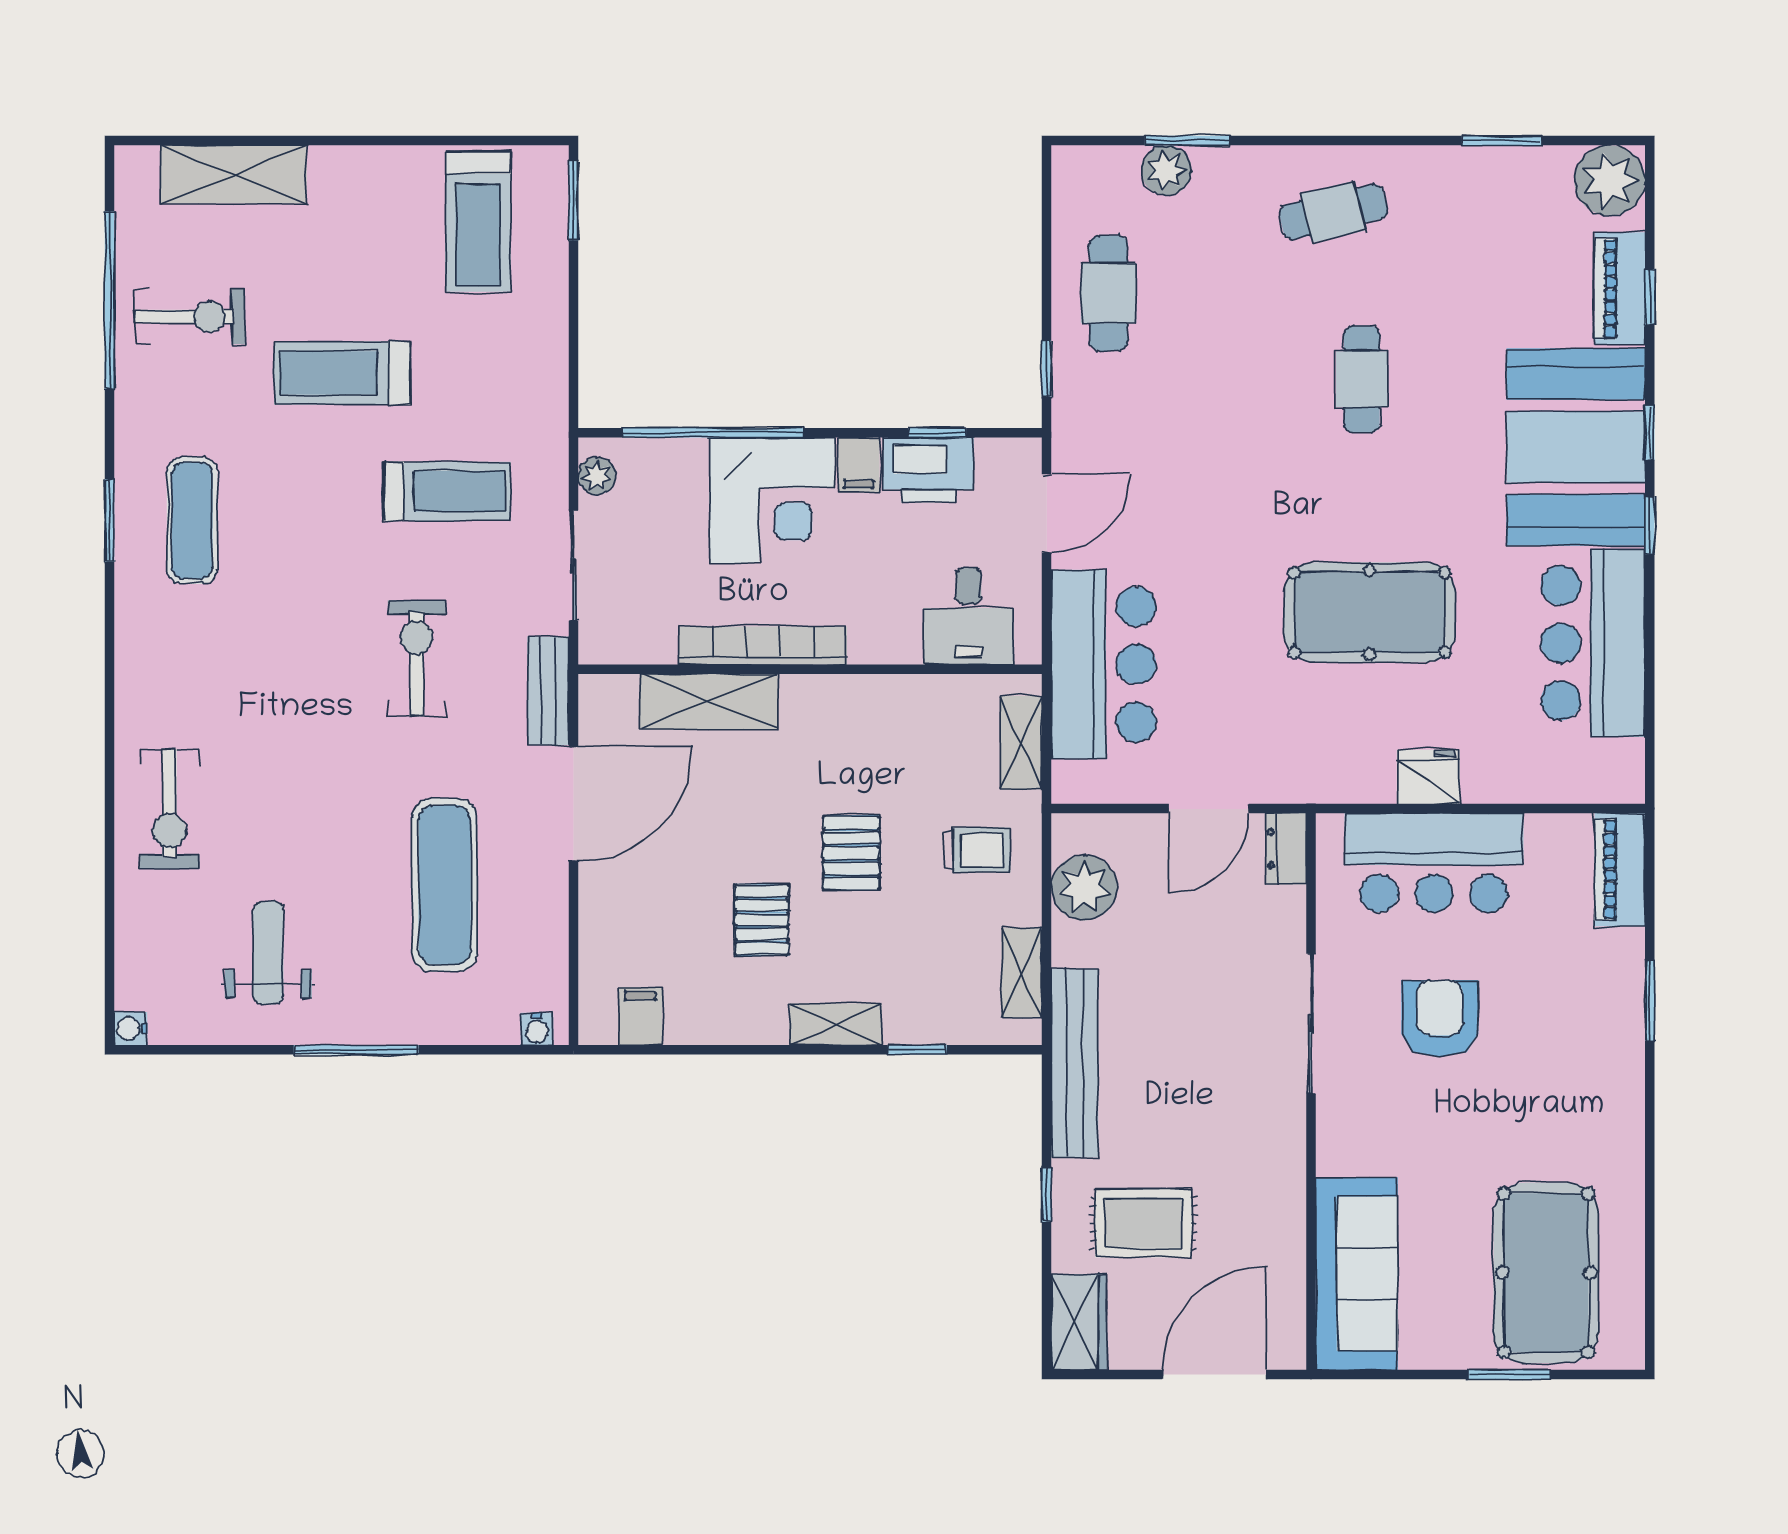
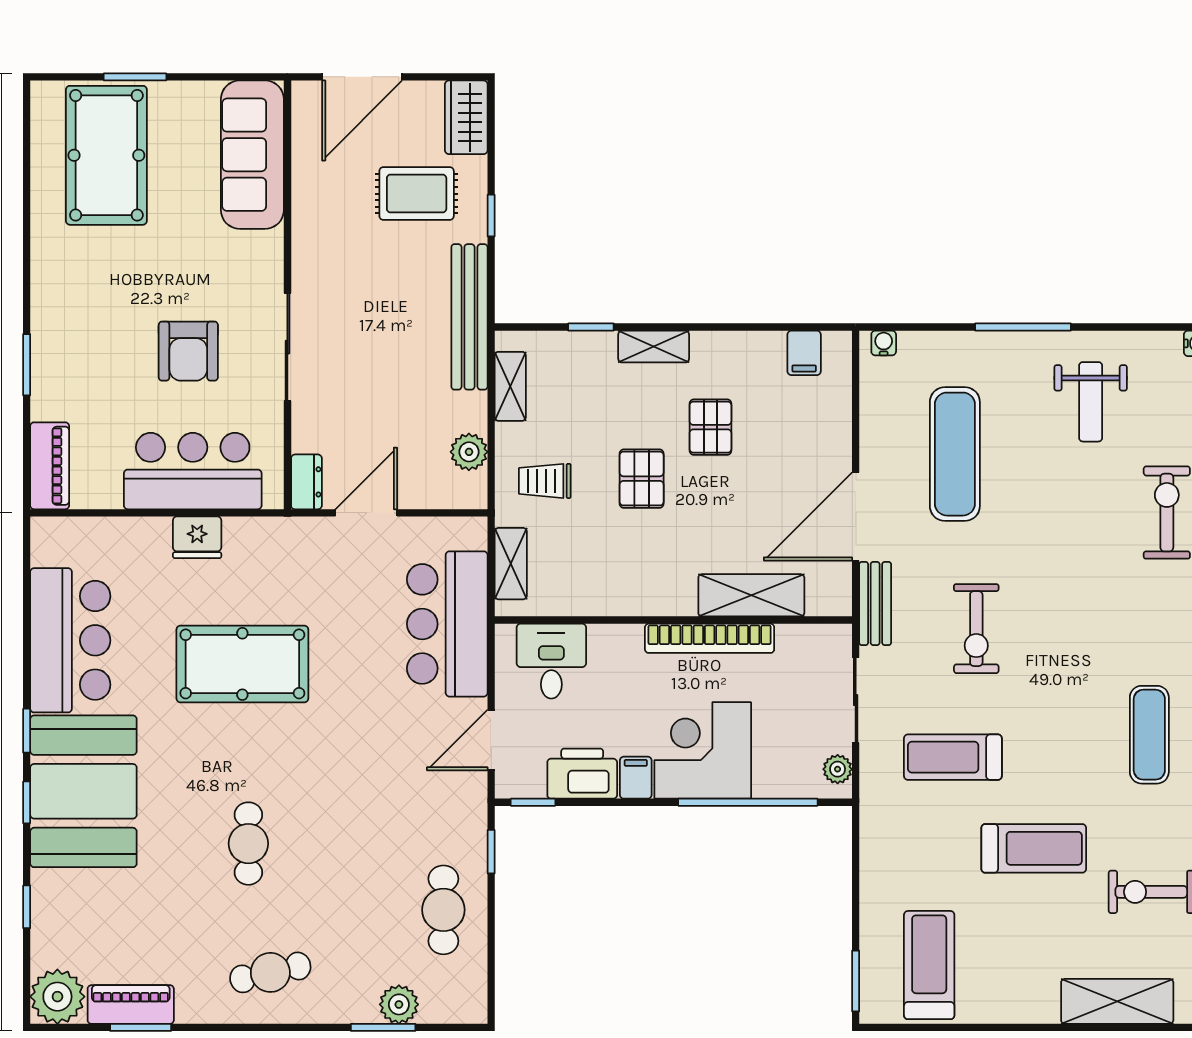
piano: (1620, 289) -> (131, 1005), moved, turned -90
window: (937, 433) -> (533, 802), moved
plant: (1084, 888) -> (469, 452), width x0.73, depth x0.73

